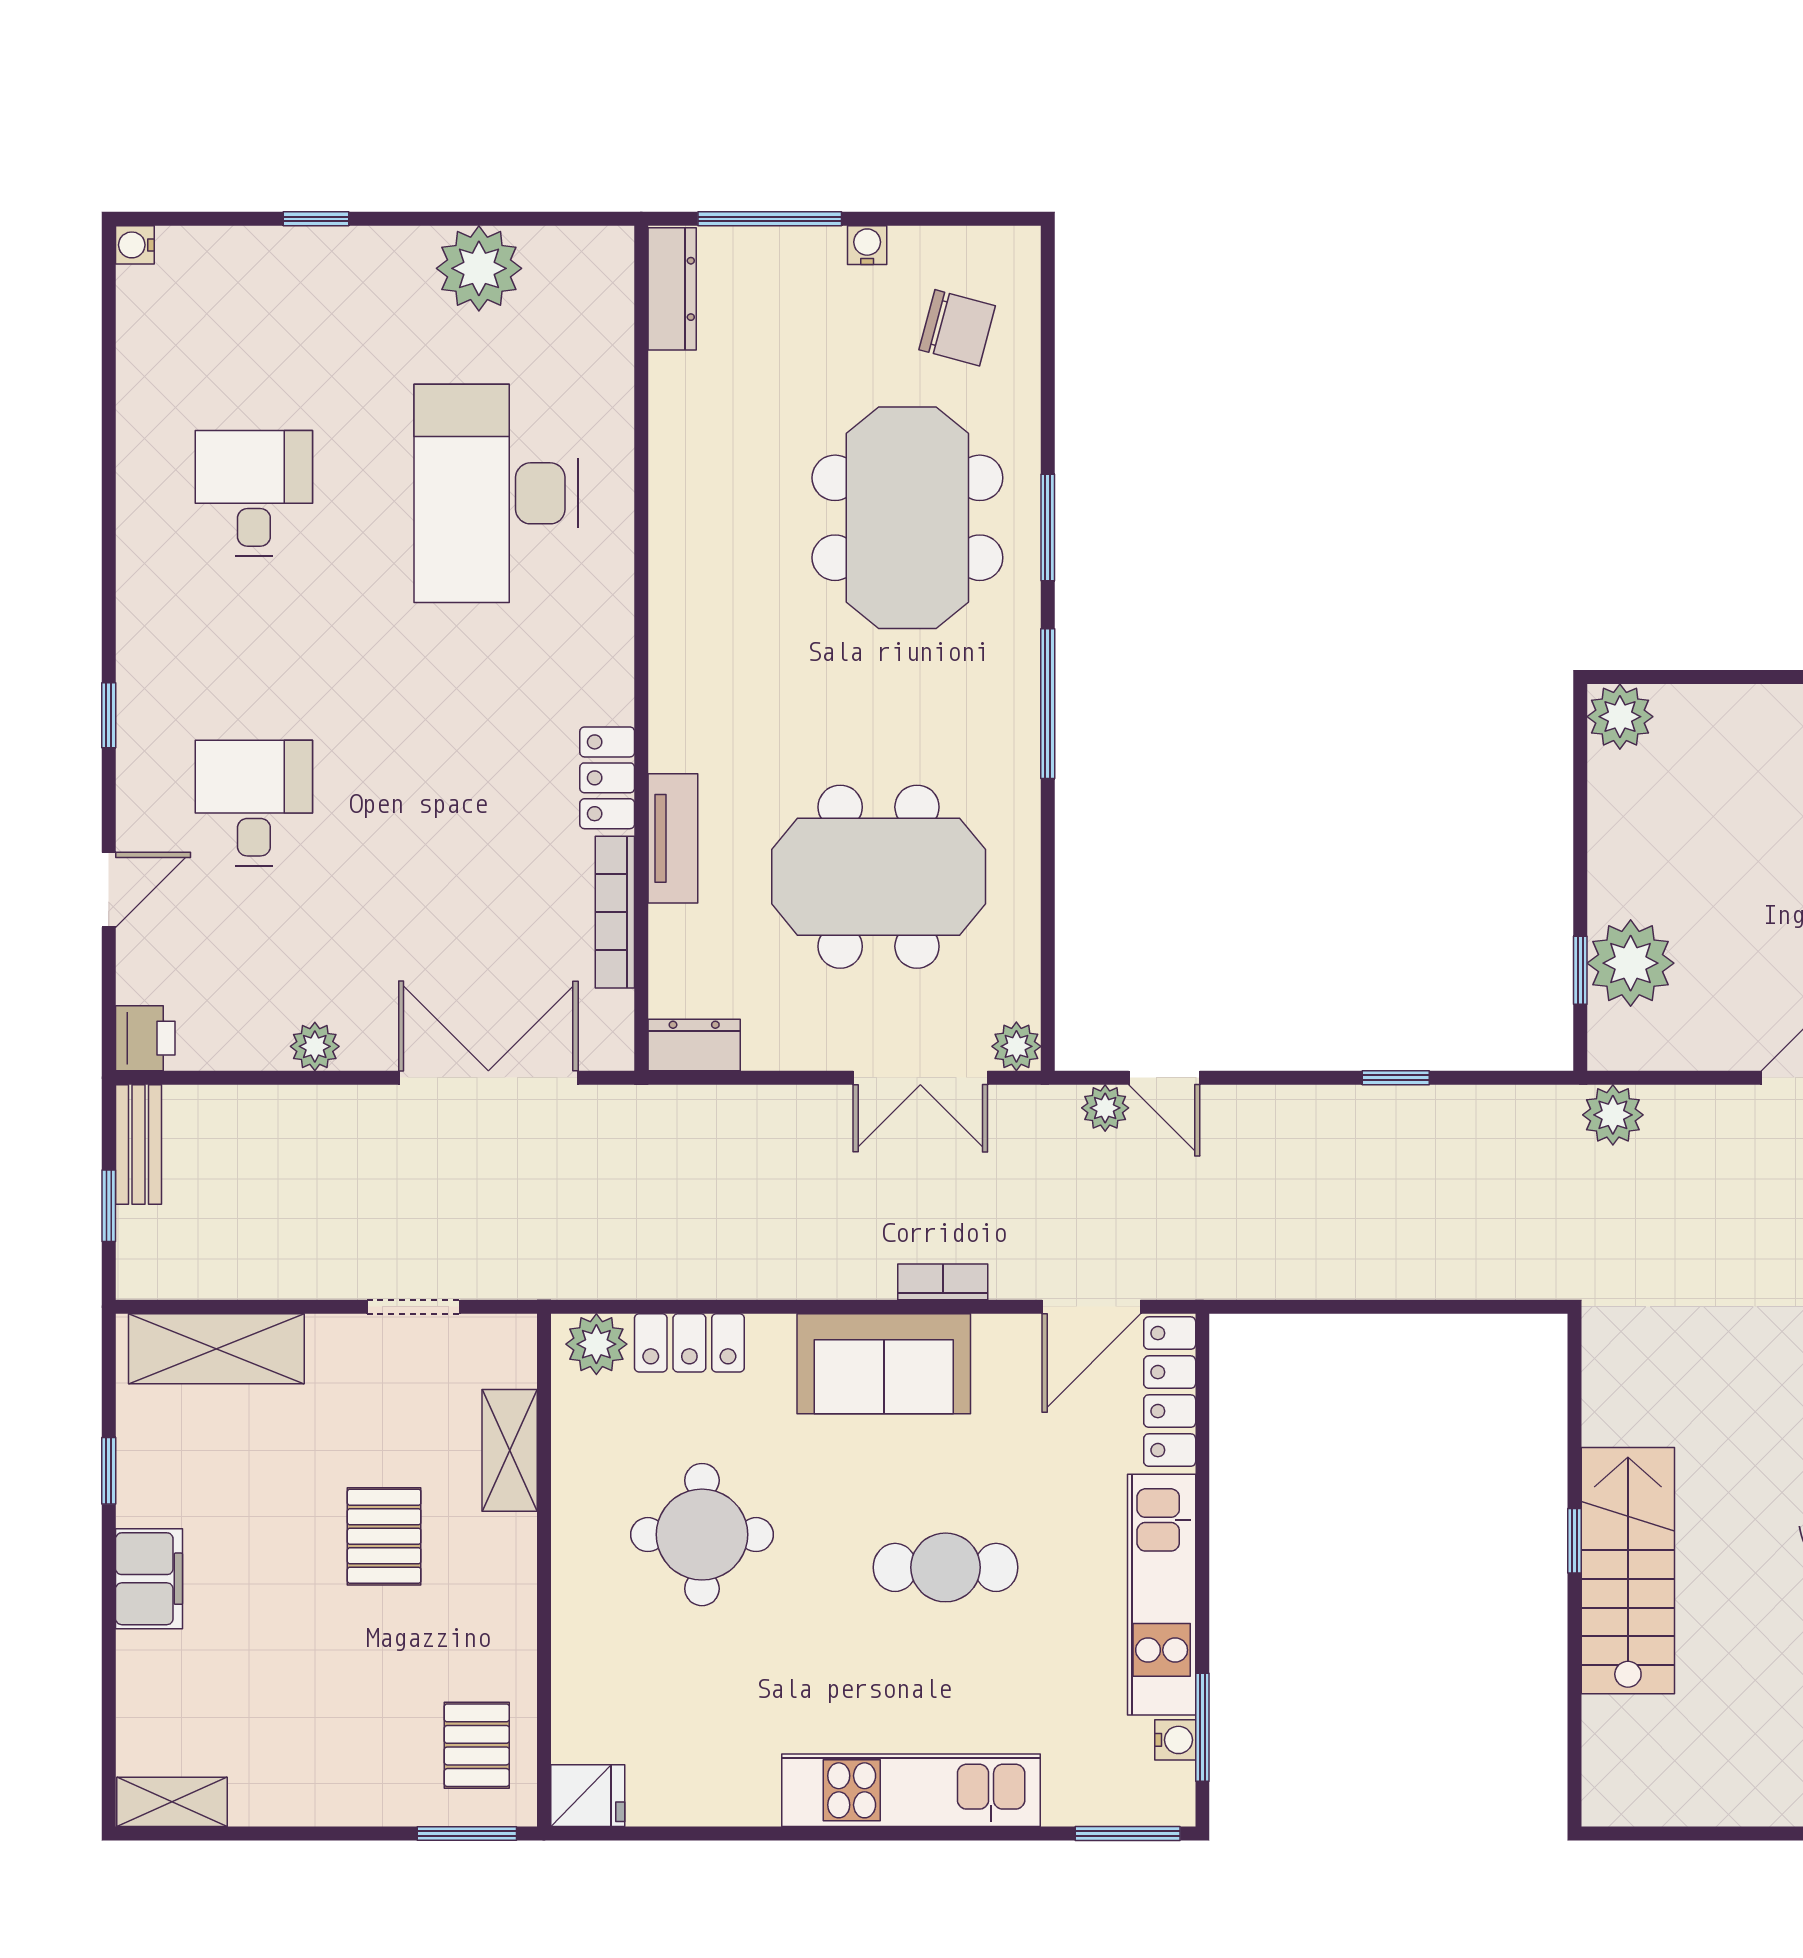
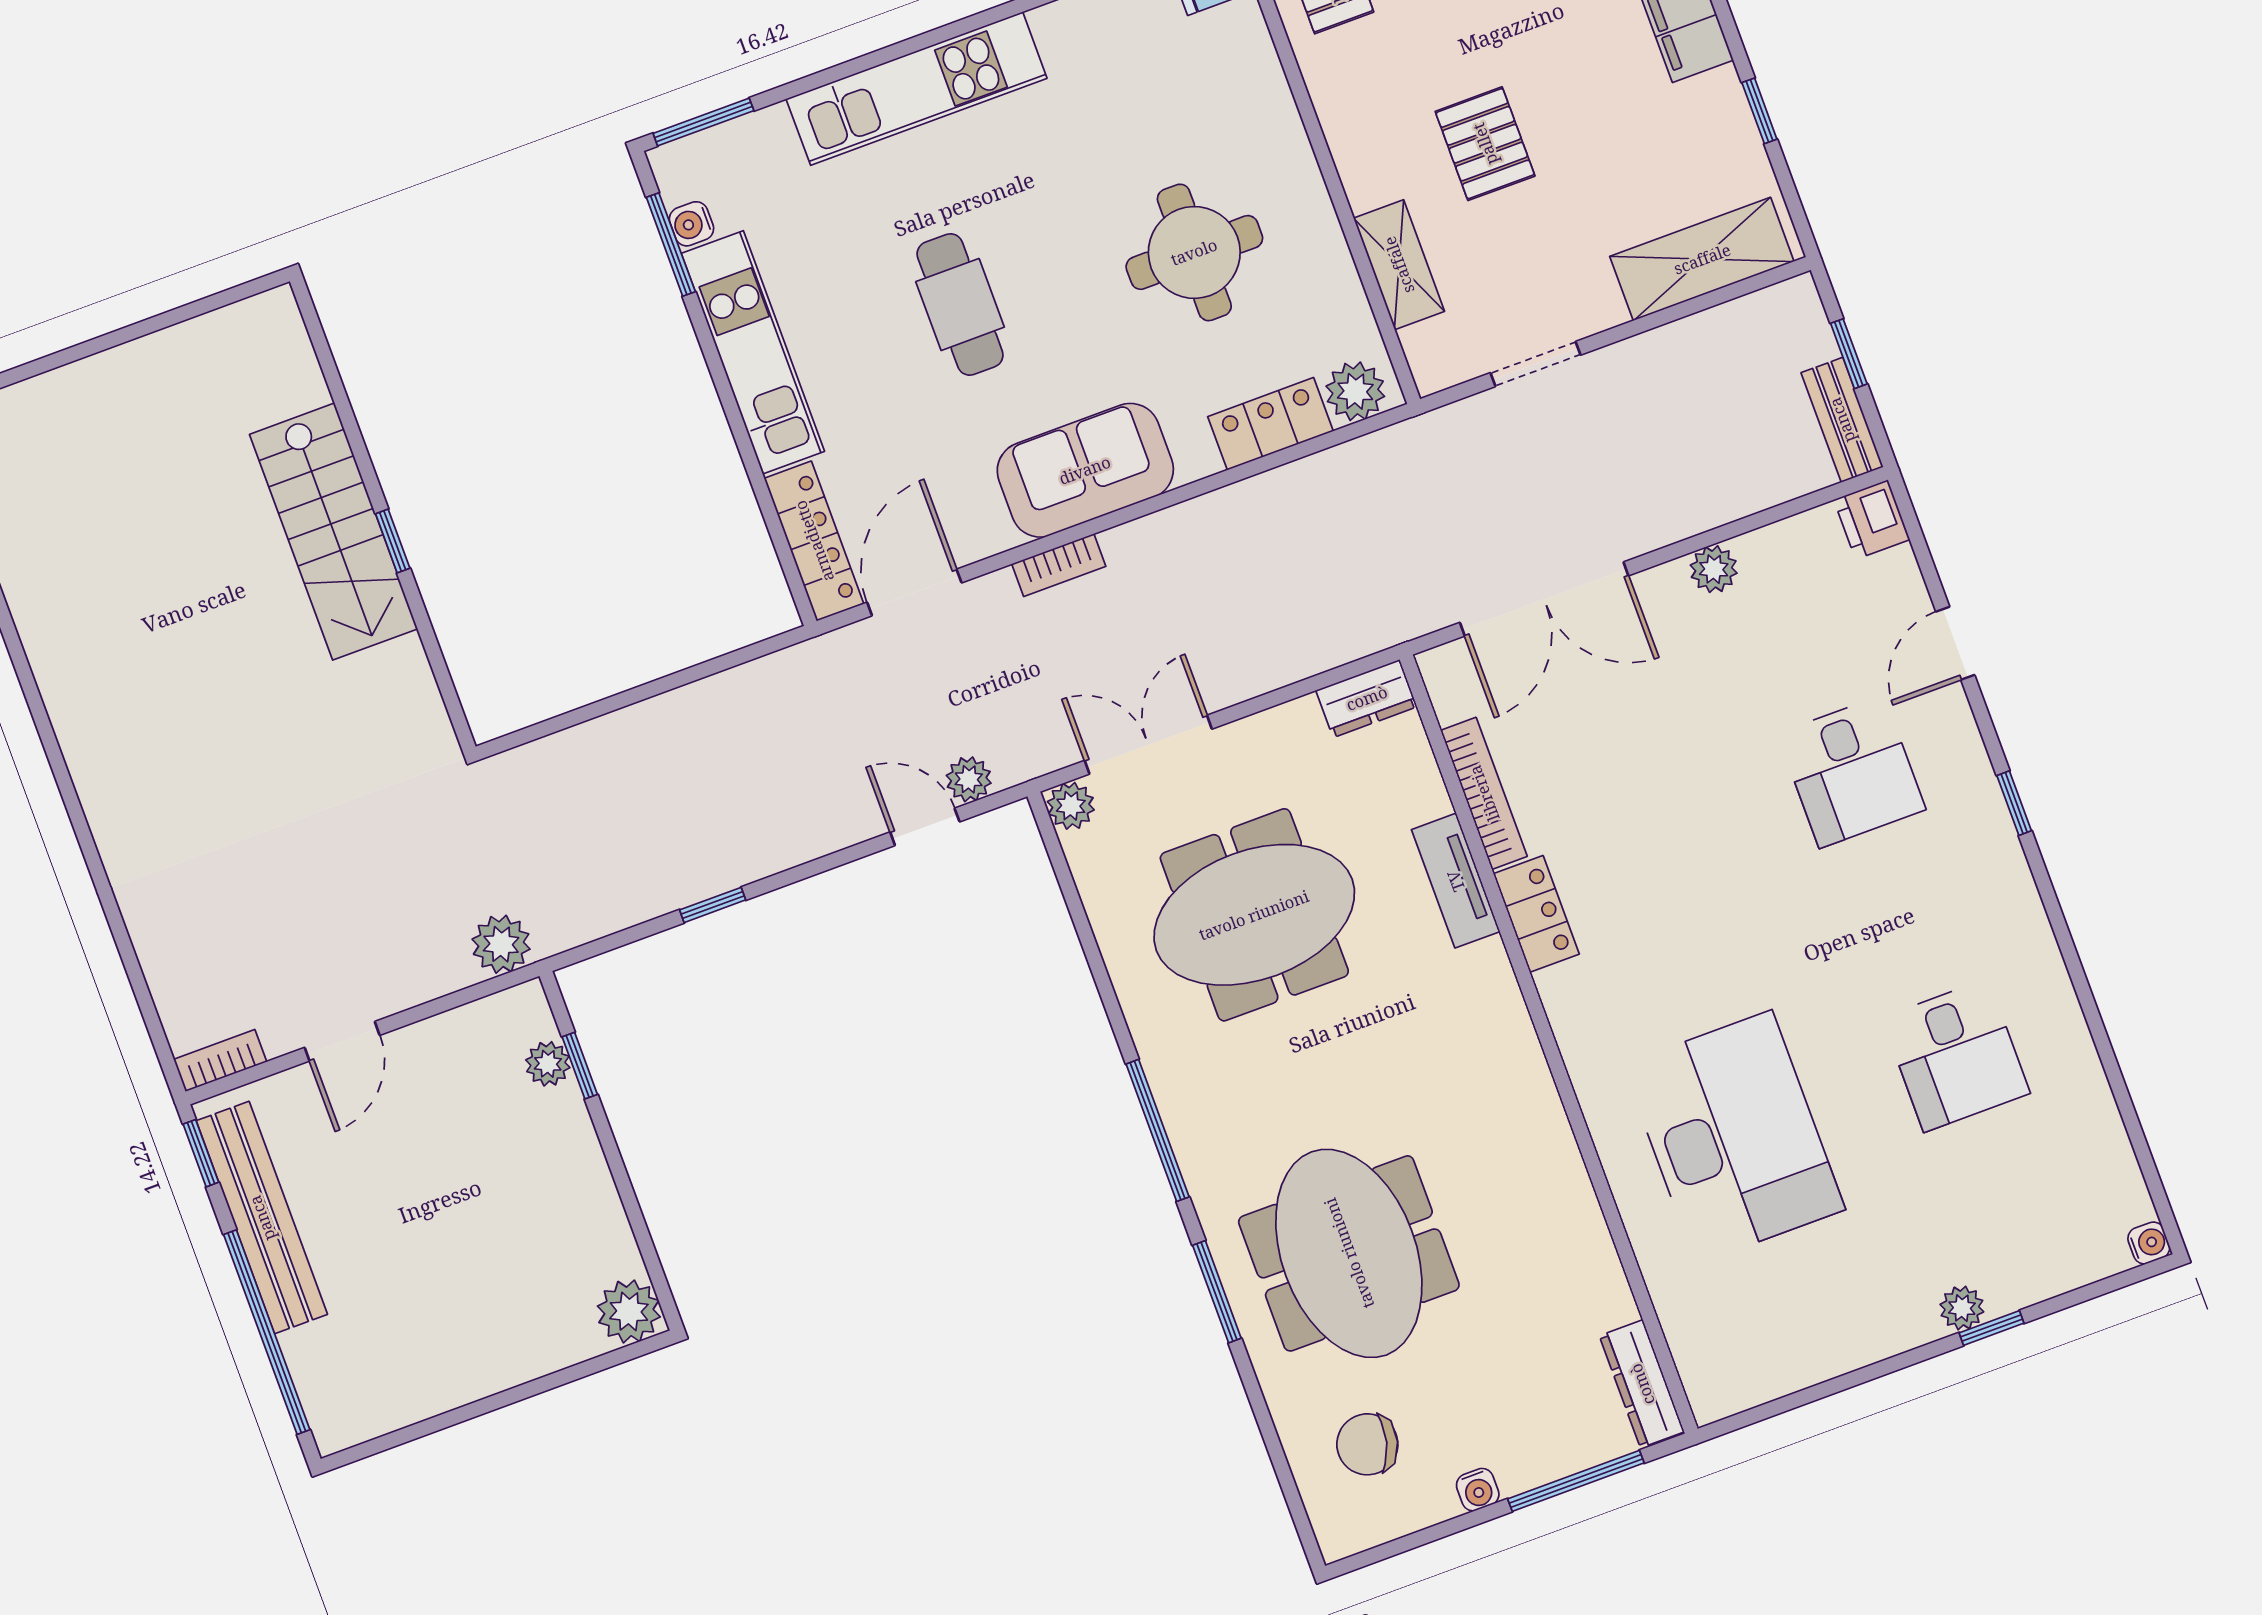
plant: (479, 268) -> (1962, 1308), moved, width x0.53, depth x0.53
plant: (1631, 963) -> (548, 1064), width x0.53, depth x0.53
cafe table: (946, 1567) -> (960, 304), turned 90

